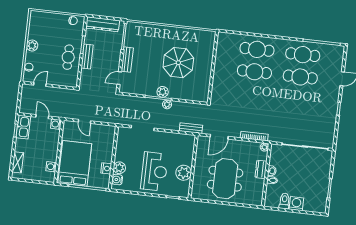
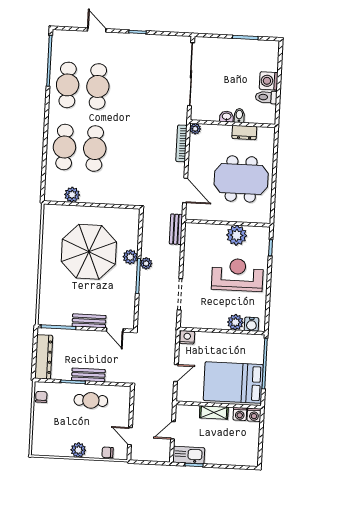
plant: (221, 53) -> (72, 195), added
parasol: (178, 63) -> (89, 252), width x1.36, depth x1.36
plant: (163, 92) -> (130, 257), moved
washing machine: (56, 124) -> (254, 415), moved
shelving: (18, 162) -> (214, 412), moved
nightstand: (106, 168) -> (187, 337), moved
dresser: (261, 169) -> (244, 132), moved

